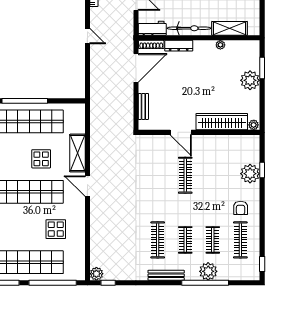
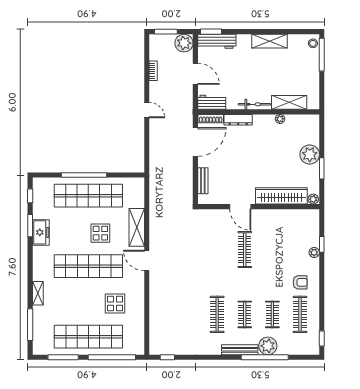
bicycle: (189, 28) -> (254, 104), width x0.73, depth x0.71
window: (262, 68) -> (322, 168), moved
plant: (250, 174) -> (314, 252), width x0.53, depth x0.53
armchair: (241, 208) -> (300, 282), turned -90
plant: (96, 274) -> (156, 348), removed
bench: (166, 275) -> (240, 350), moved

